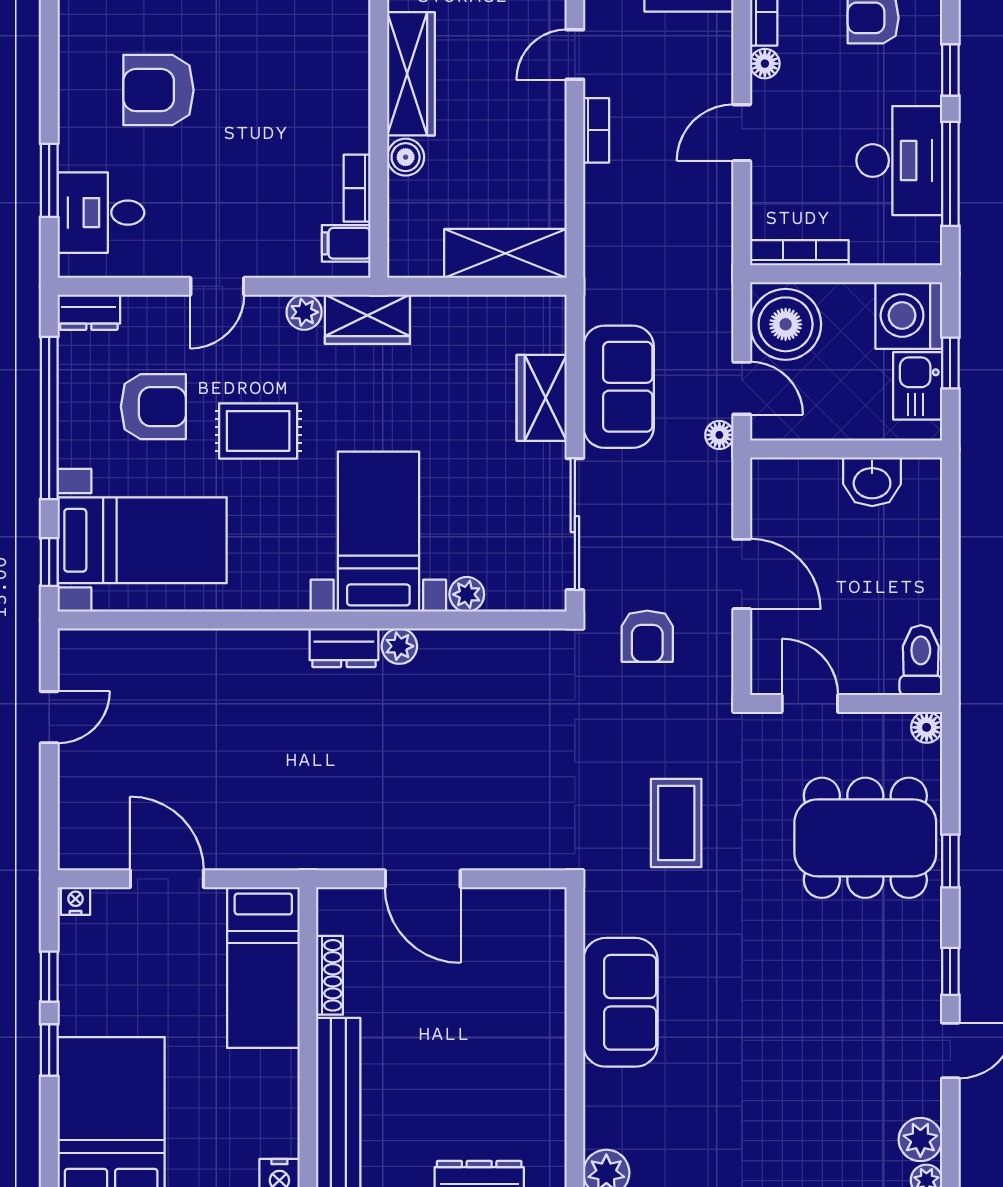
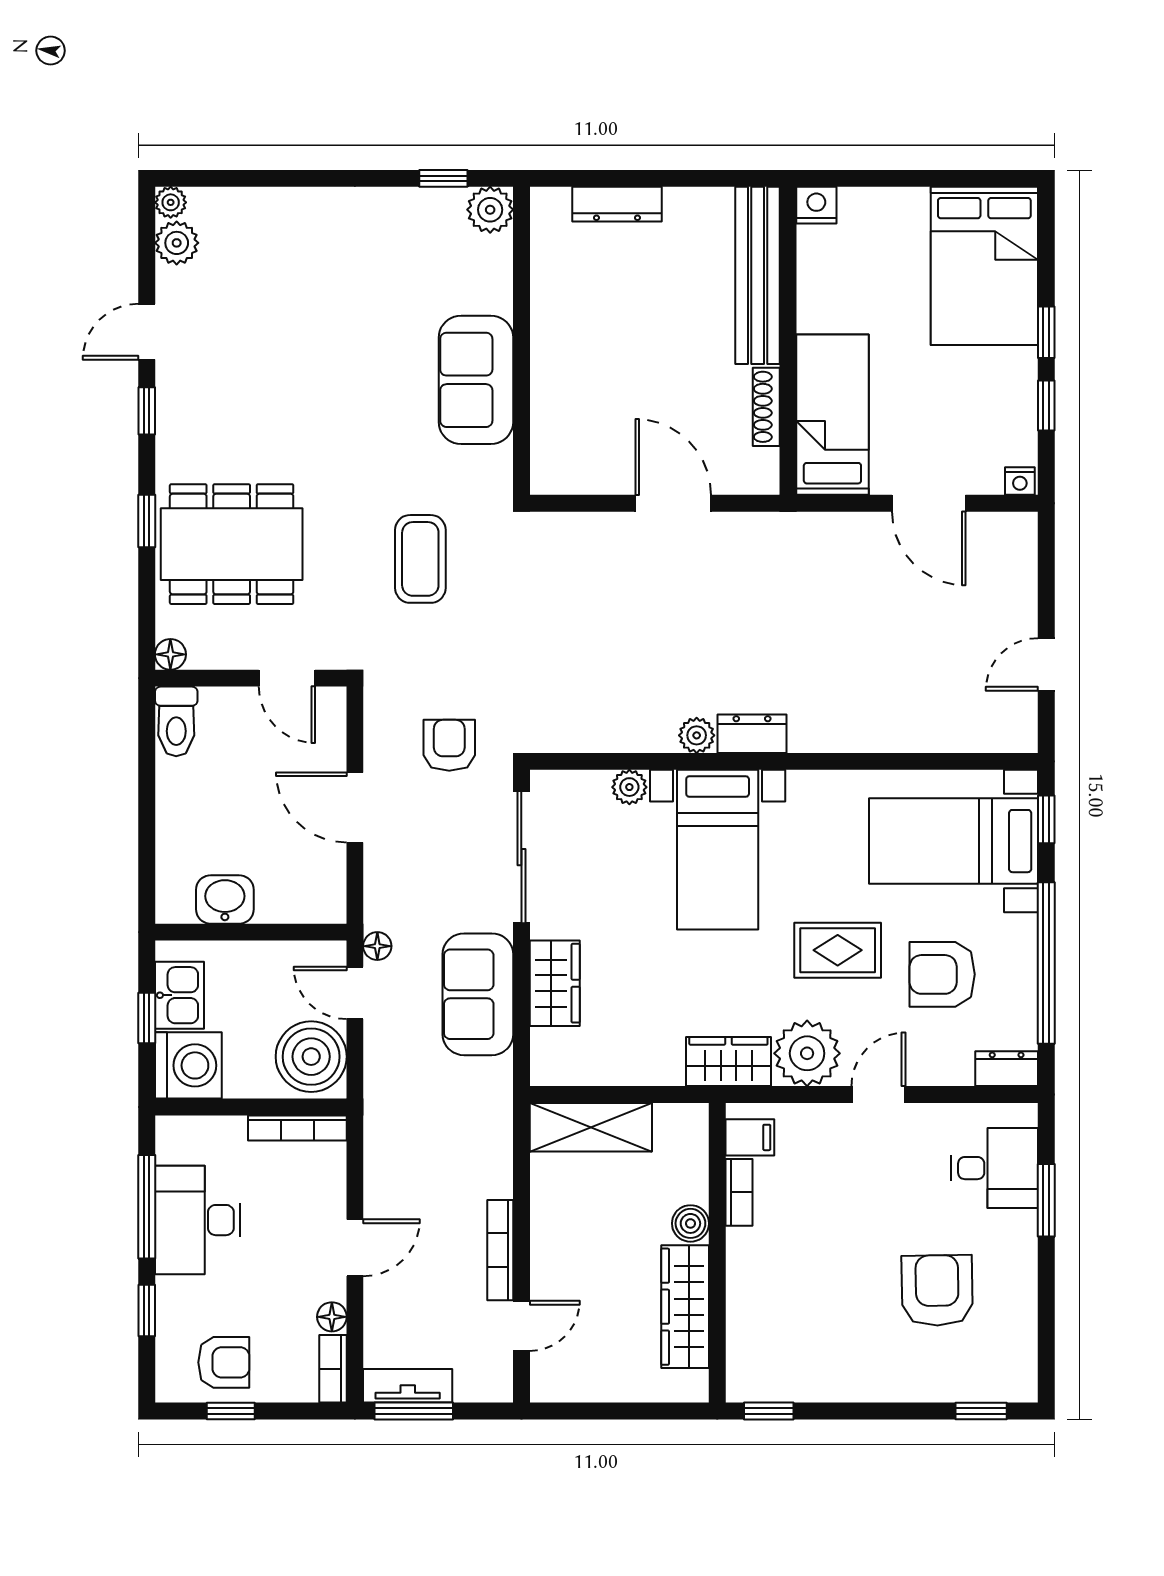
armchair: (158, 90) -> (937, 1290), turned -91
bookcase: (596, 130) -> (500, 1250), width x1.56
plant: (304, 312) -> (807, 1053), width x1.87, depth x1.87

